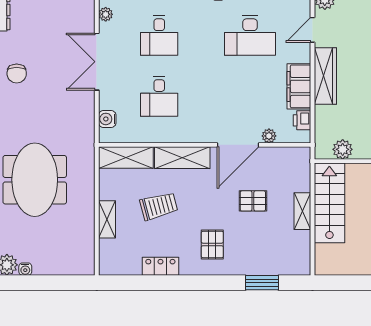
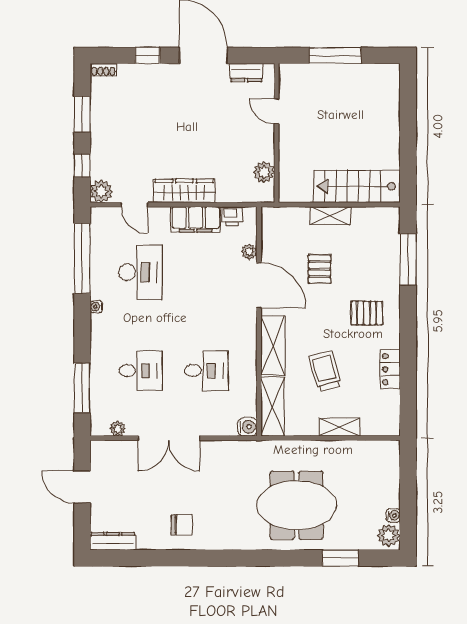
water cooler: (107, 119) -> (247, 427), moved, turned -90
stairs: (329, 203) -> (357, 186), moved
window: (262, 283) -> (408, 259), width x1.44

